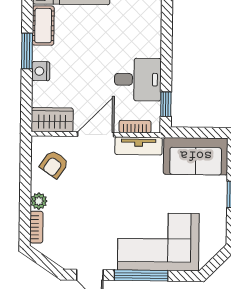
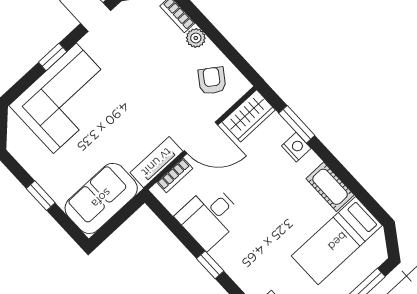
window: (27, 51) -> (297, 124), moved
window: (166, 104) -> (210, 265), moved
door: (96, 134) -> (201, 138), hinge flipped
window: (141, 275) -> (53, 57), width x0.46

